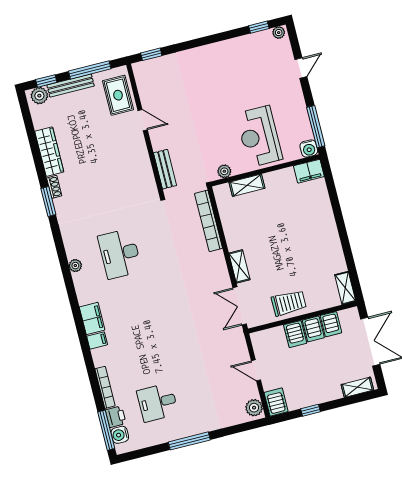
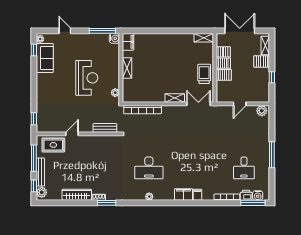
sofa: (251, 47) -> (45, 58), added
reception desk: (259, 136) -> (87, 78), moved, turned -90
shelving: (247, 185) -> (127, 68), moved
double door: (240, 306) -> (198, 104), swing flipped
server rack: (276, 402) -> (262, 61), moved

